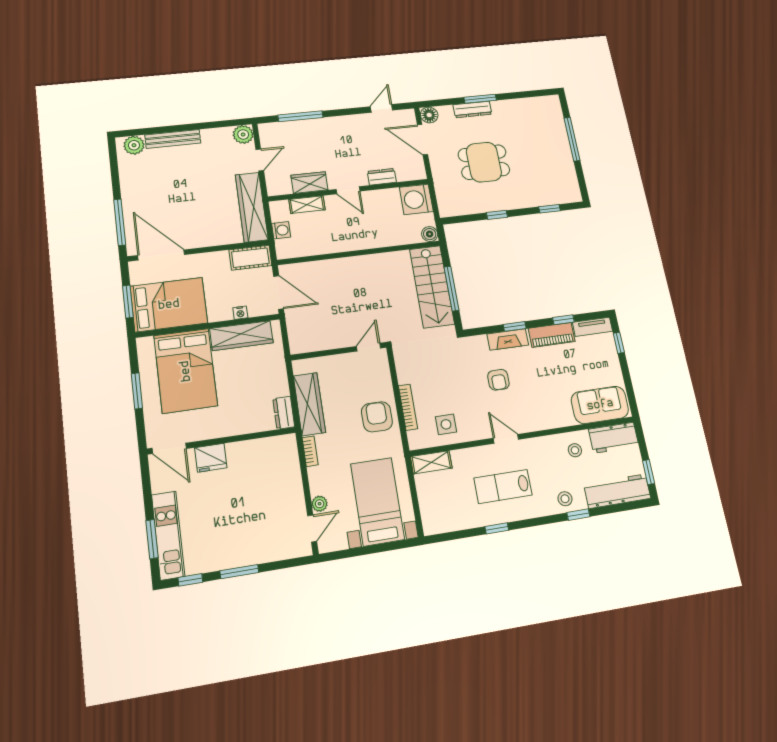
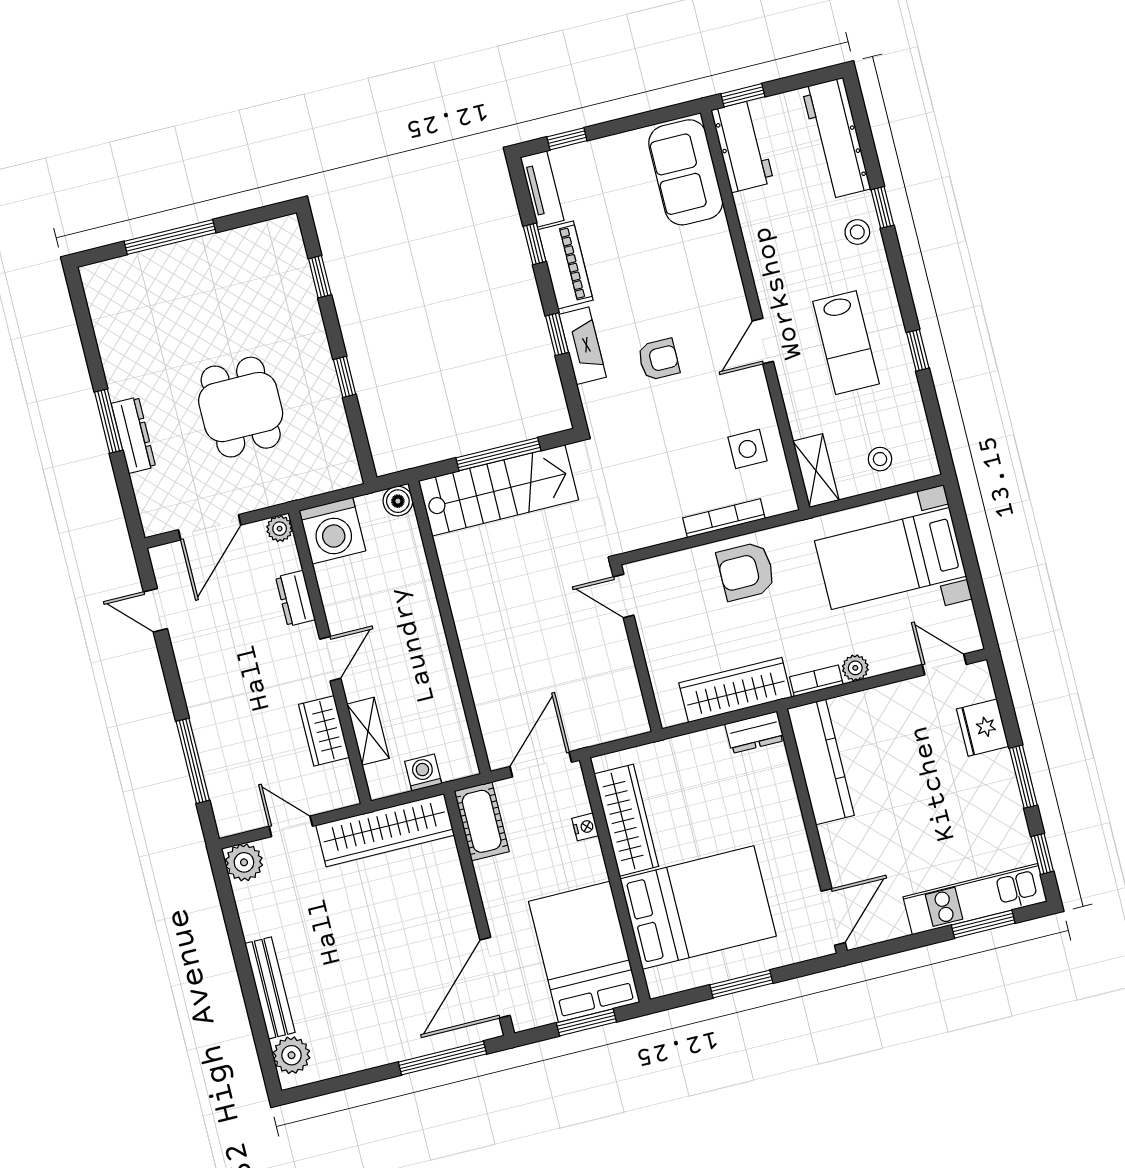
floor lamp: (429, 115) -> (157, 518), removed
plant: (419, 173) -> (280, 529), added
kitchen counter: (262, 449) -> (821, 762), added
stool: (575, 450) -> (880, 459), moved
fridge: (211, 458) -> (983, 728), moved, turned 180
window: (649, 472) -> (743, 95), moved
plant: (320, 504) -> (855, 668), moved

